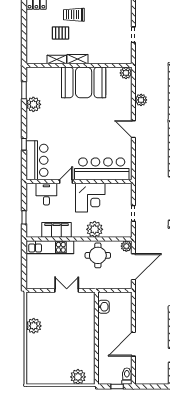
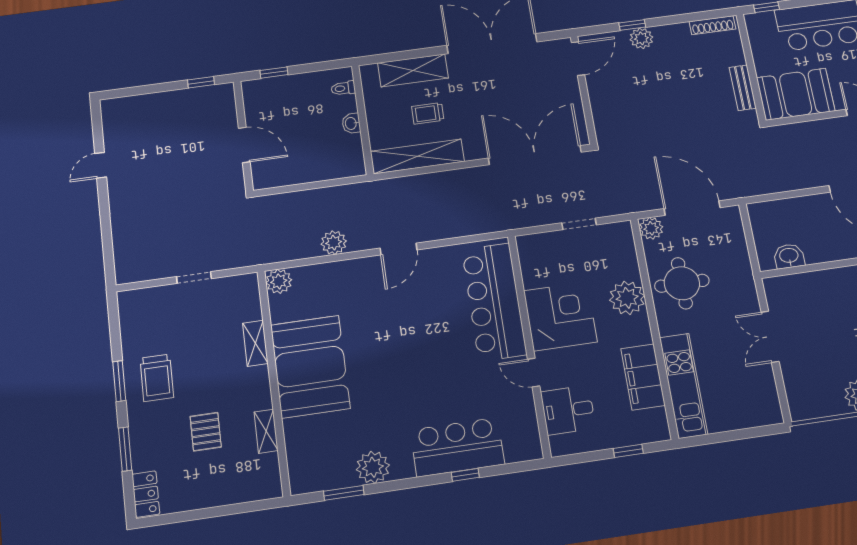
trolley: (74, 15) -> (157, 378), moved
shelving: (78, 59) -> (255, 343), moved
bar counter: (37, 160) -> (457, 447), moved

